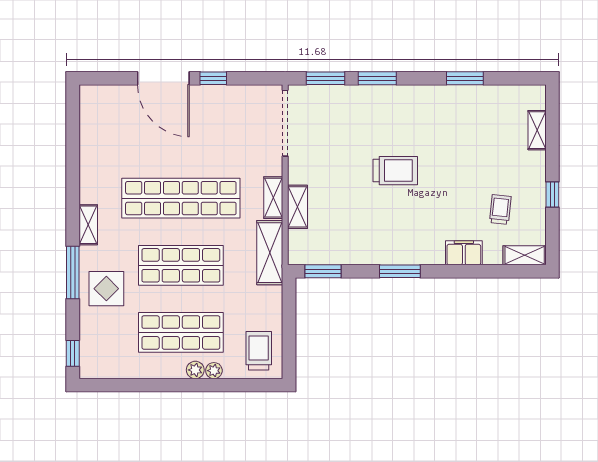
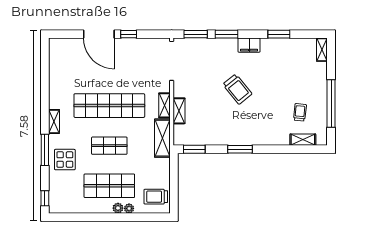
shelving: (537, 130) -> (322, 50), moved
trolley: (395, 171) -> (237, 89), turned 51
window: (552, 195) -> (331, 103), width x3.17
filing cabinet: (464, 253) -> (249, 45), moved, turned 180
shelving: (525, 255) -> (303, 140), moved
shop shelf: (181, 265) -> (109, 146), width x0.70, depth x0.74
trolley: (259, 351) -> (156, 197), turned -90

